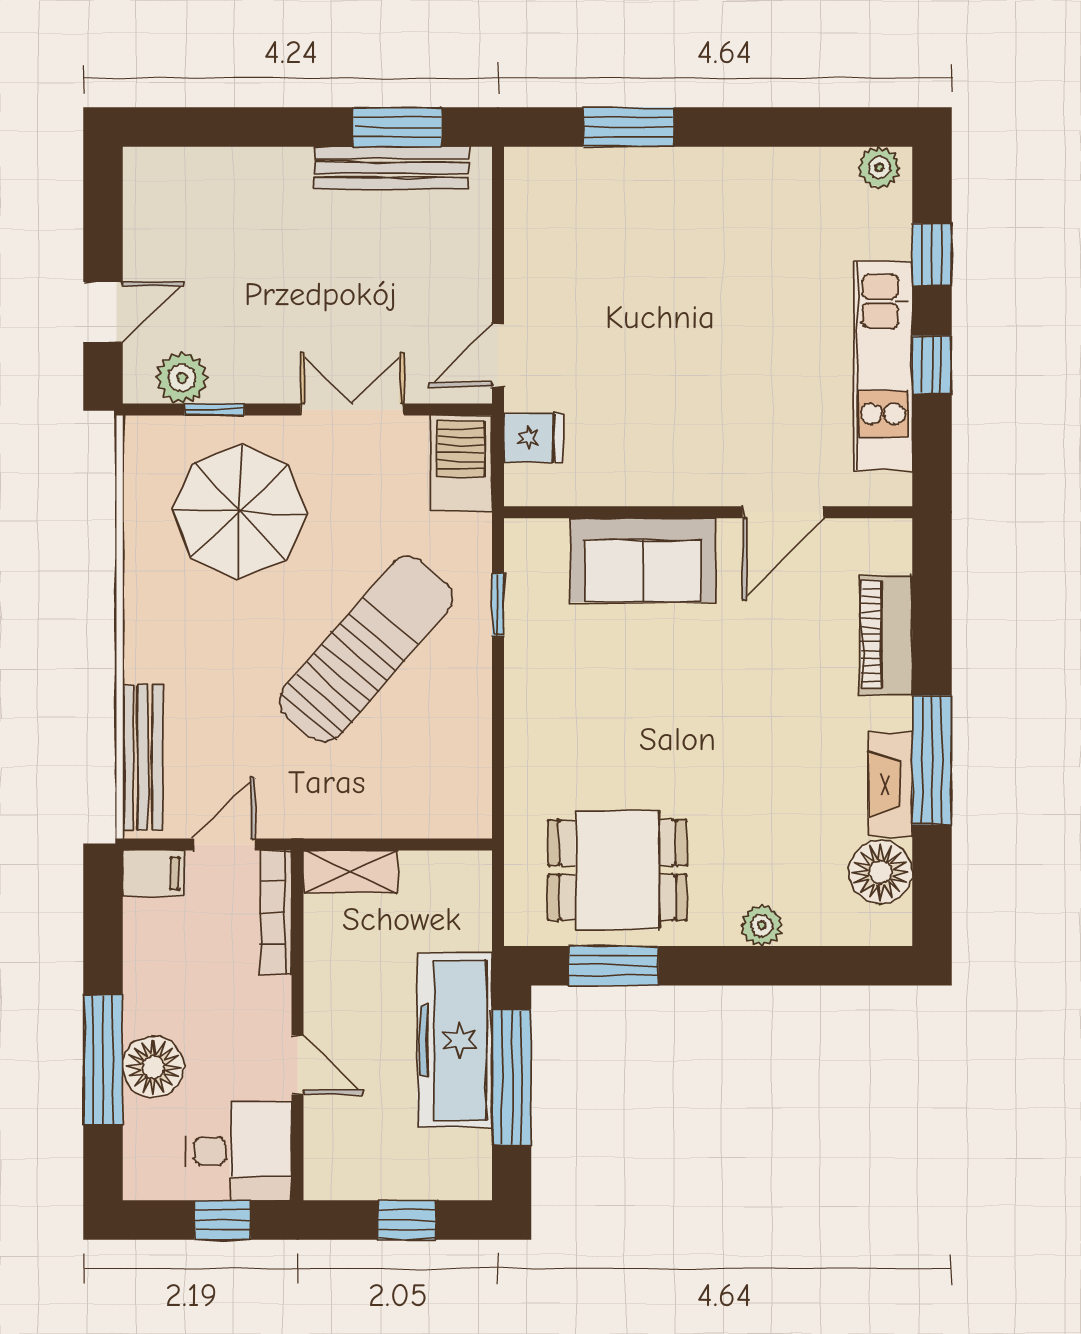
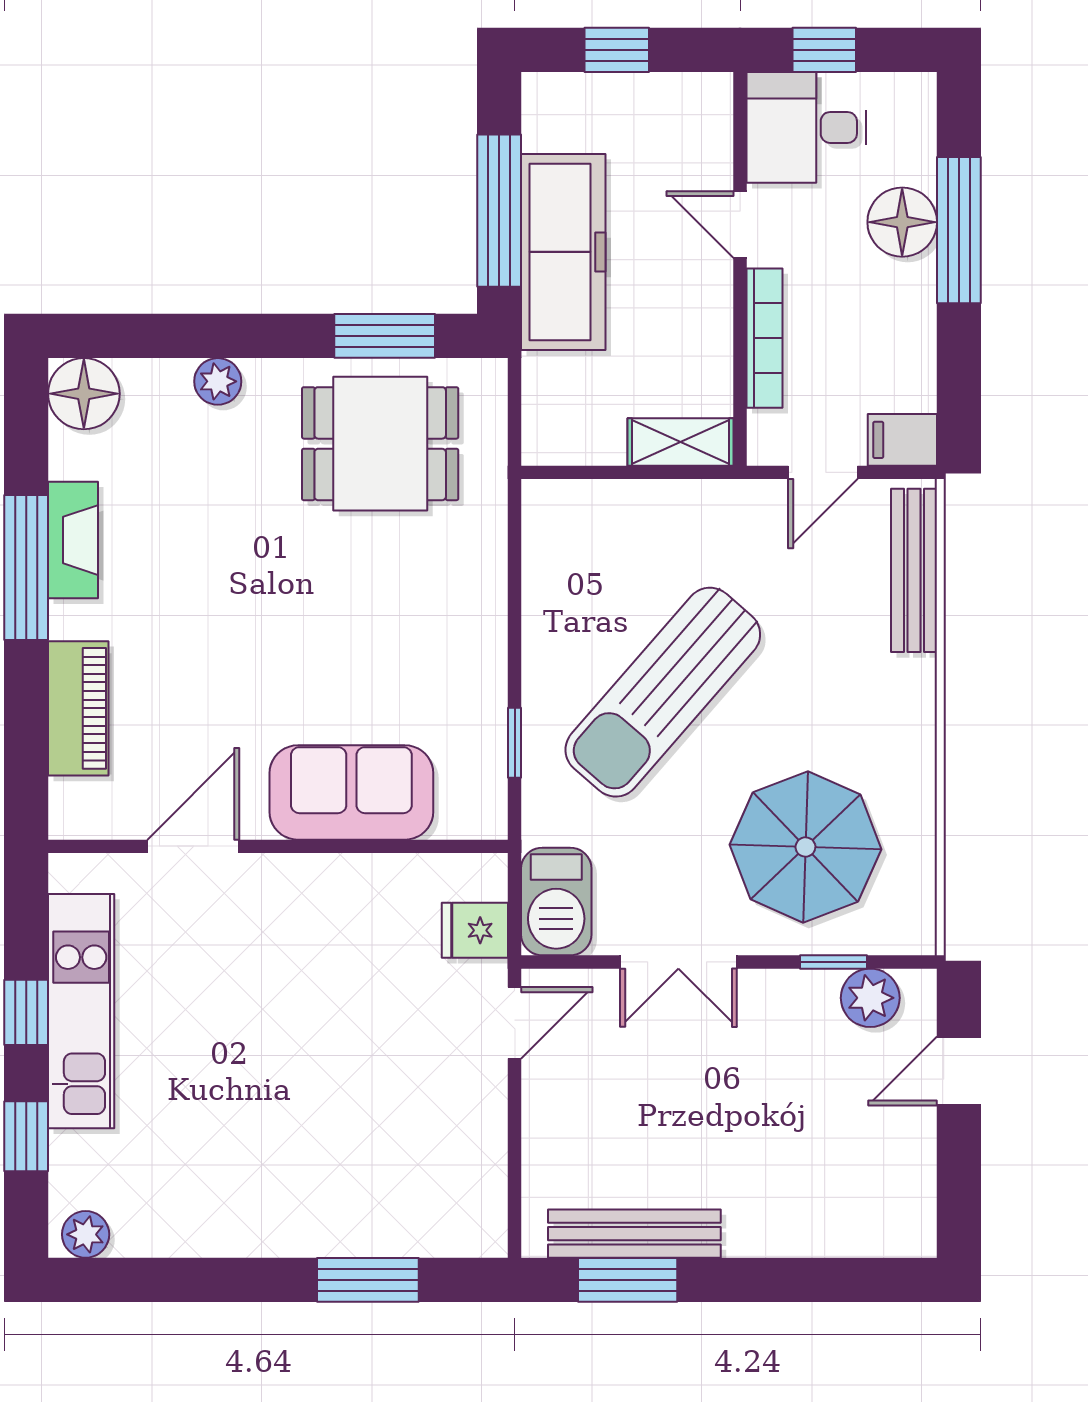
floor lamp: (881, 872) -> (84, 394), moved
bookcase: (276, 912) -> (765, 338), moved

